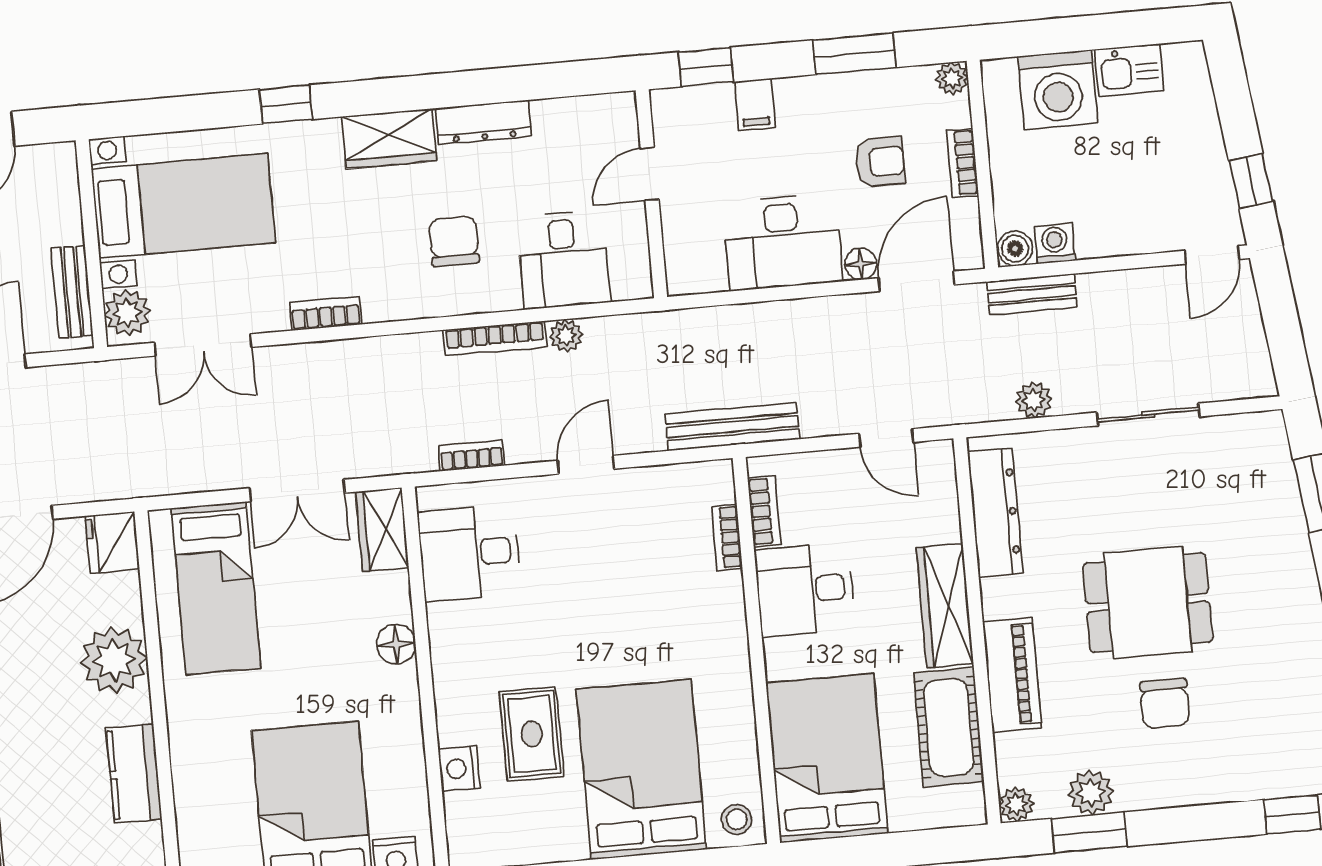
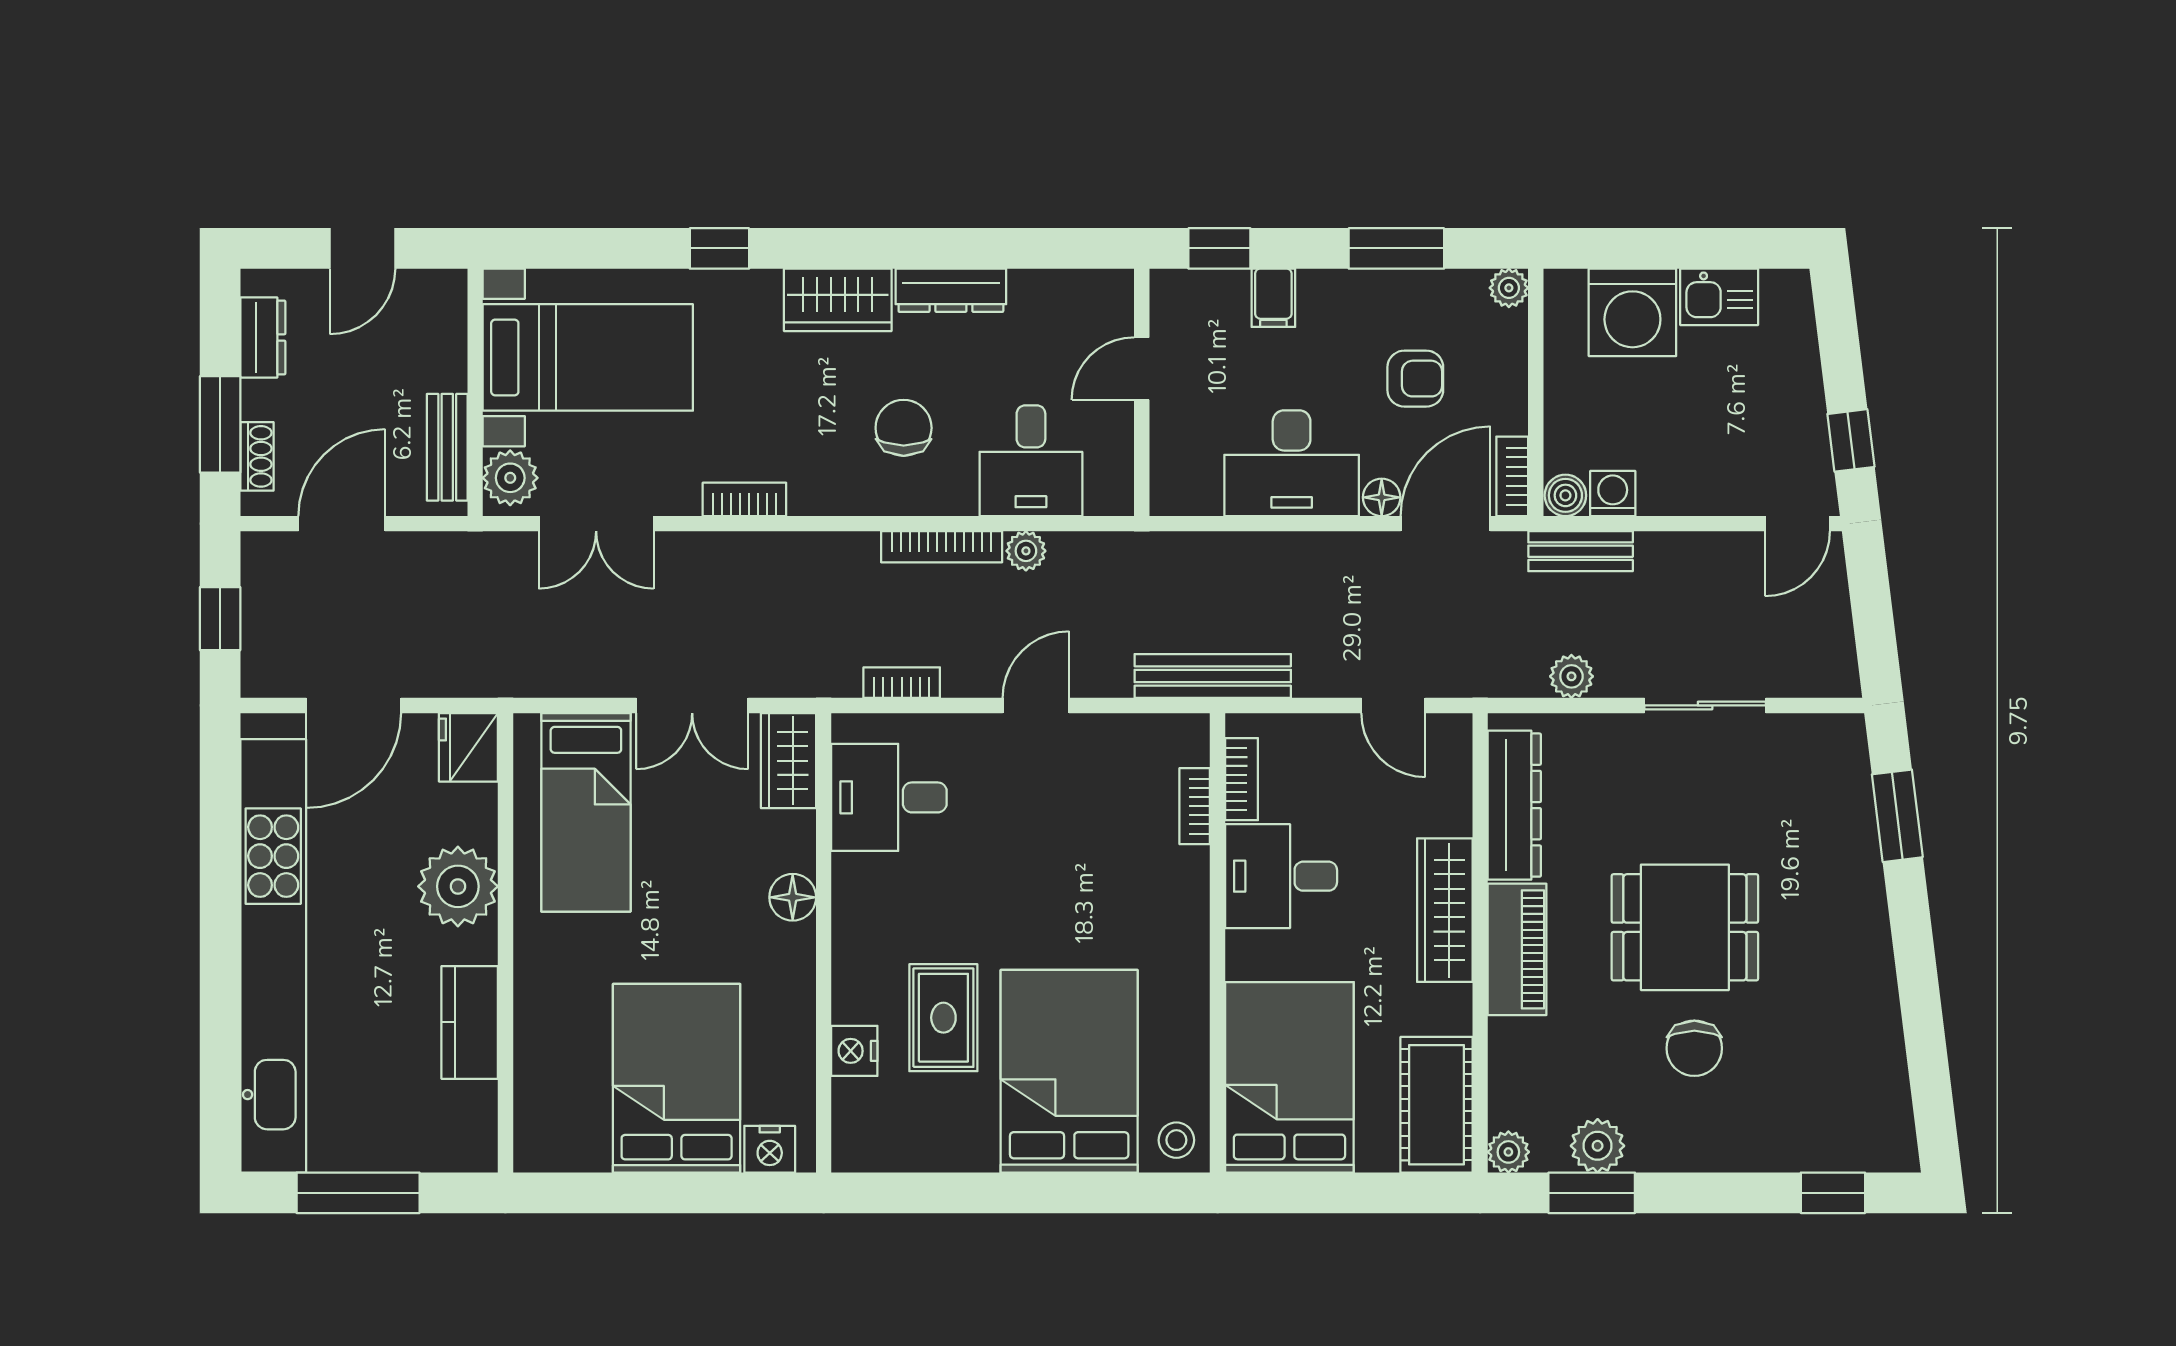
bookcase: (962, 163) -> (1512, 476), moved
piano: (1012, 675) -> (1517, 949), moved
cot: (949, 727) -> (1436, 1105), moved

